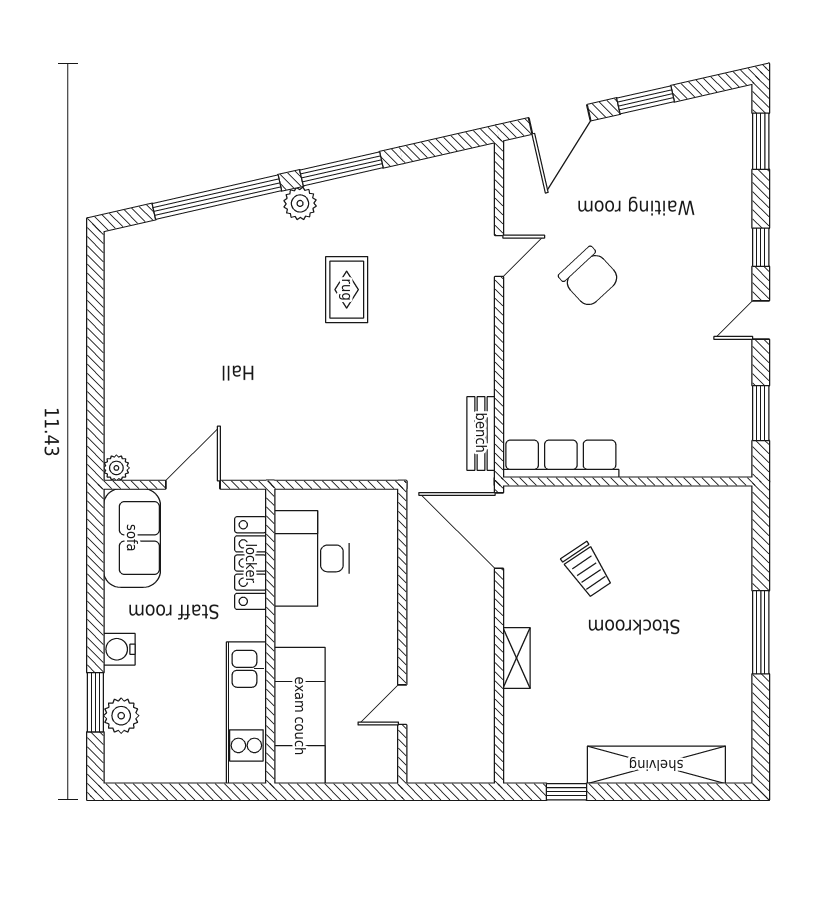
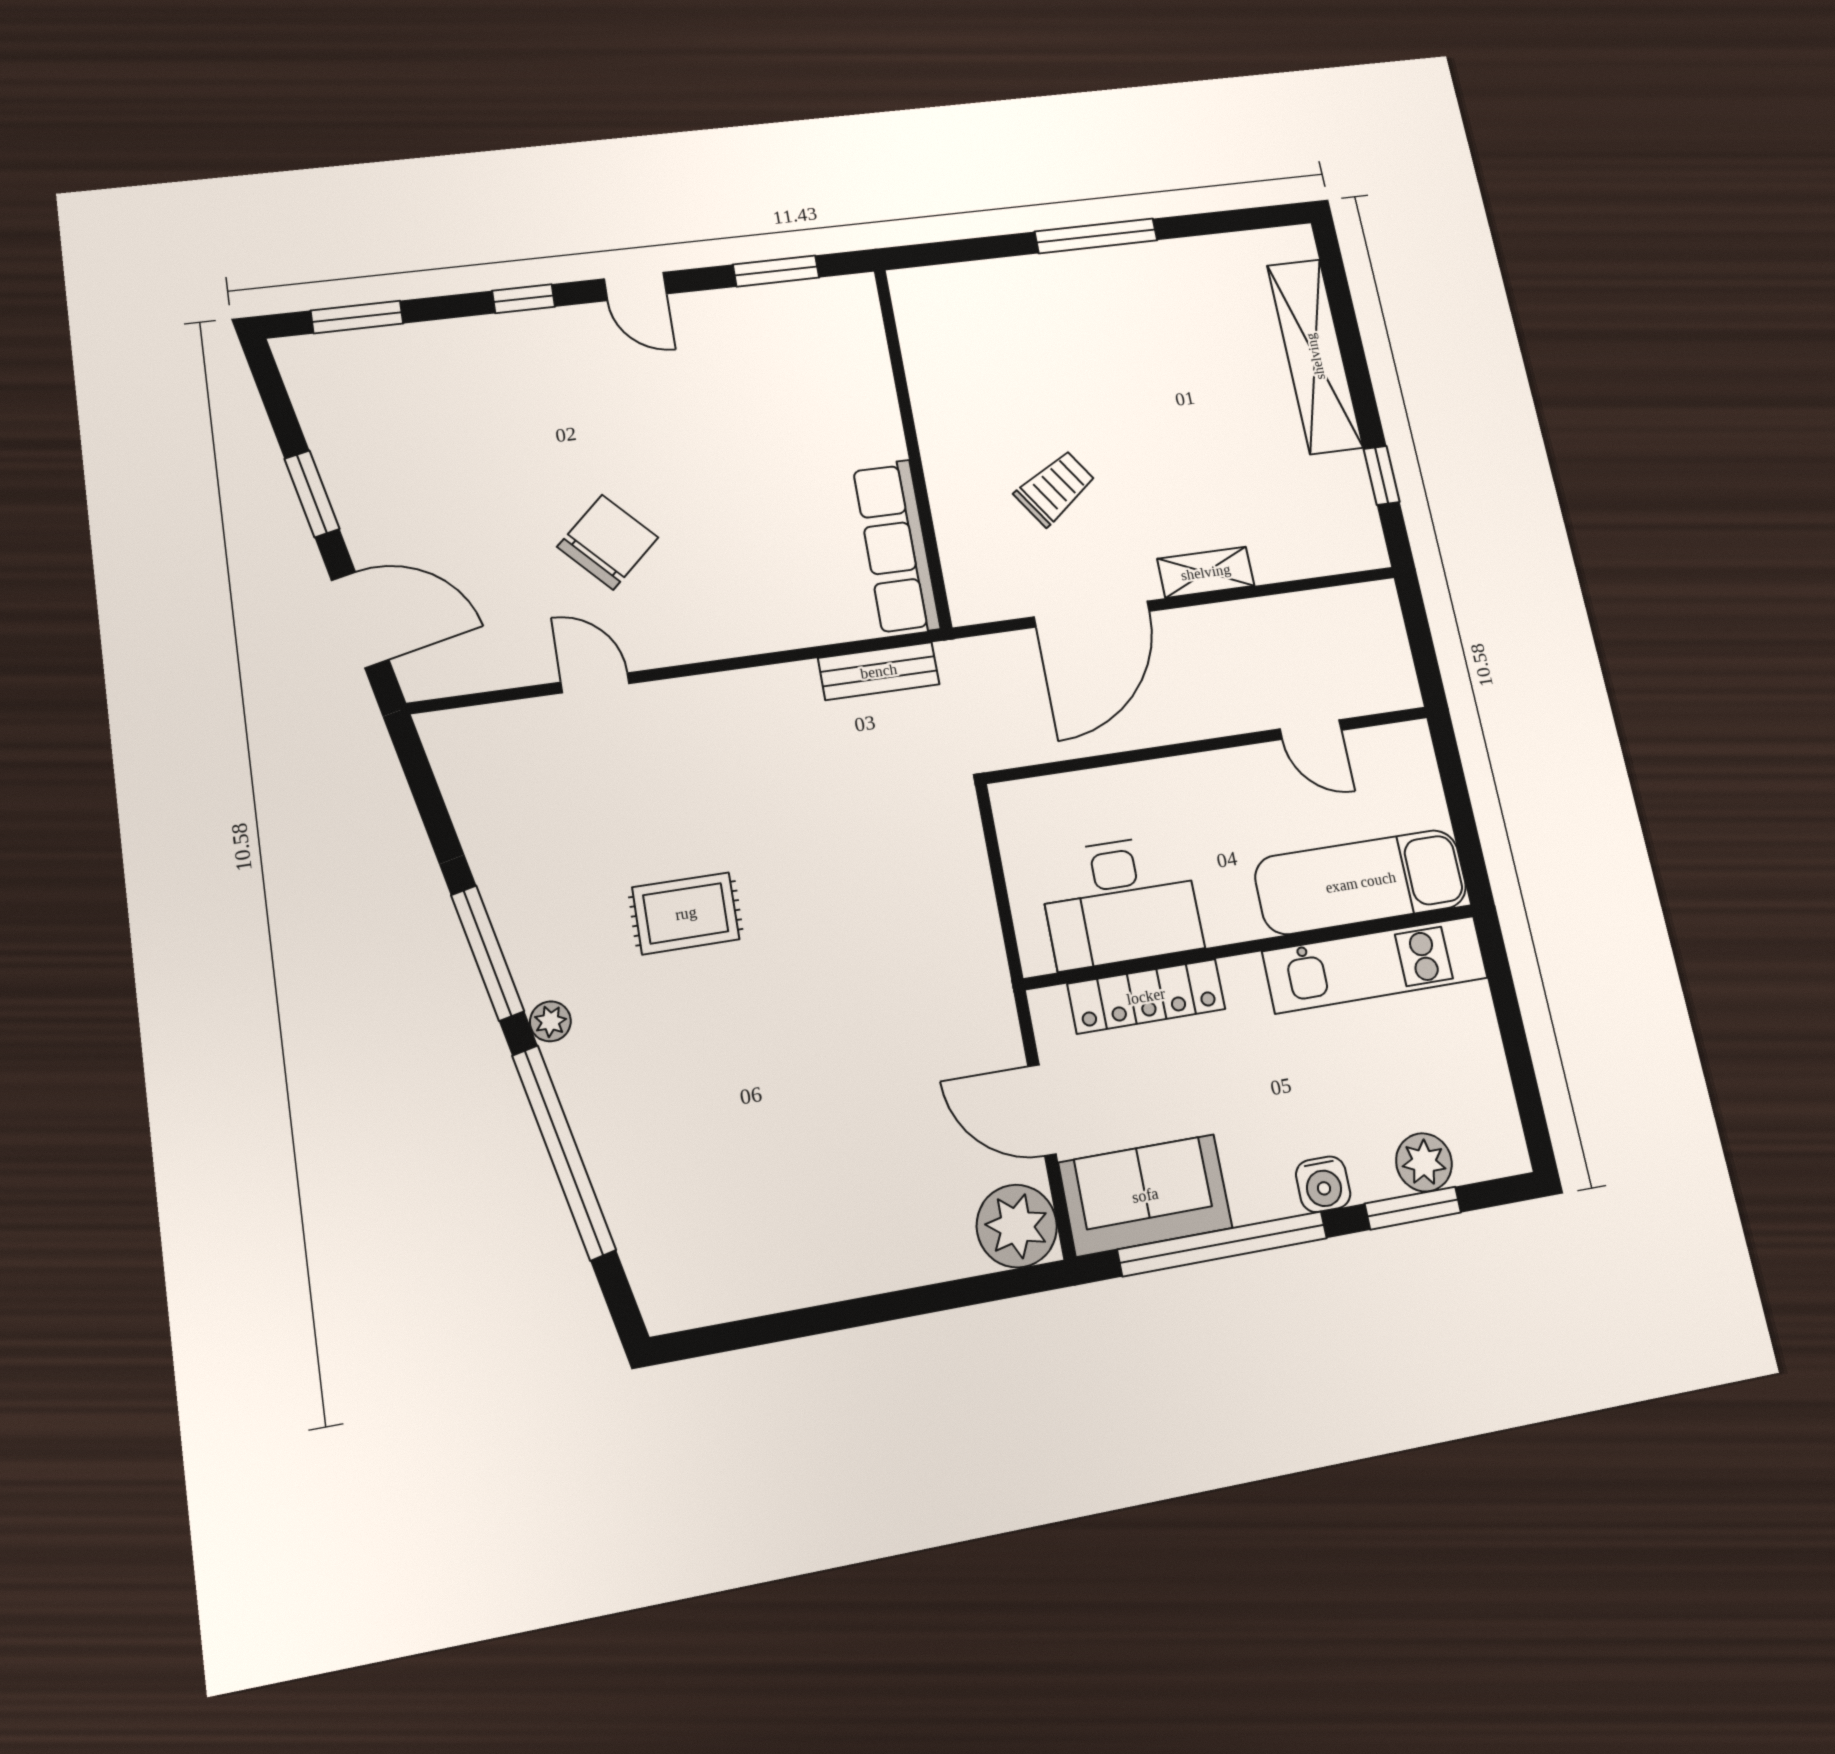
plant: (300, 203) -> (550, 1021), width x0.73, depth x0.73
plant: (116, 468) -> (1017, 1226), width x1.88, depth x1.88
door: (499, 531) -> (1092, 614), moved
window: (95, 579) -> (1223, 1244), added

